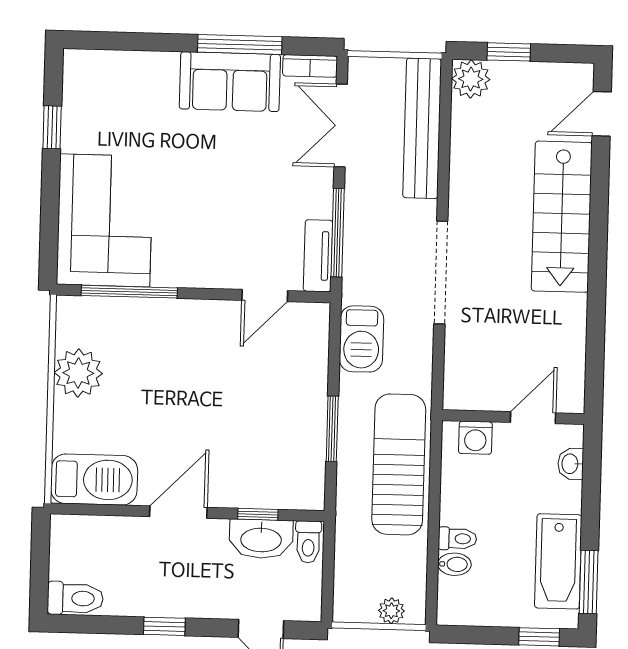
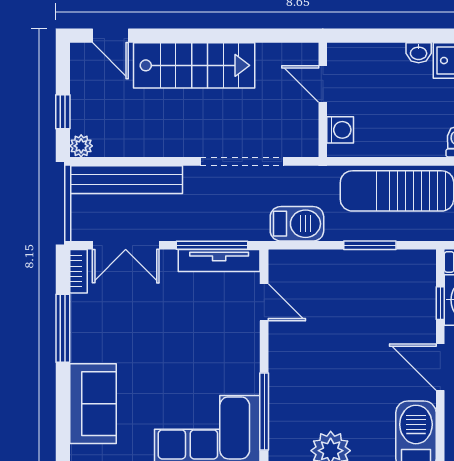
plant: (471, 79) -> (81, 146), width x0.73, depth x0.73
sofa: (230, 82) -> (93, 404), moved
tv unit: (318, 256) -> (219, 260), width x1.41
wall: (513, 417) -> (323, 100), moved
door: (533, 418) -> (323, 84), moved
washing machine: (475, 438) -> (340, 130), moved
washbasin: (571, 464) -> (419, 53), moved

